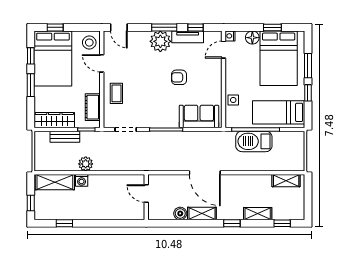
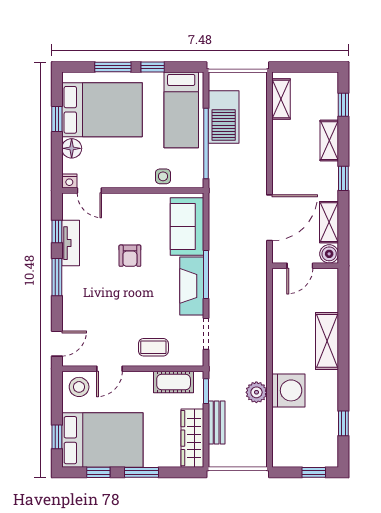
plant: (160, 41) -> (77, 283), removed
fireplace: (158, 120) -> (192, 286), added
barbecue: (254, 141) -> (224, 117), moved
washing machine: (82, 180) -> (288, 390), width x1.89, depth x1.89
shelving: (55, 182) -> (327, 341), moved
door: (146, 193) -> (300, 266), moved
wall: (146, 197) -> (305, 266), moved

